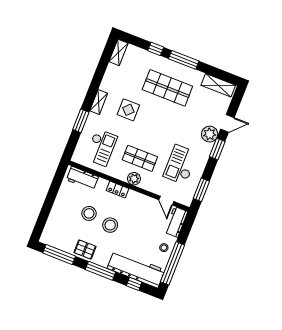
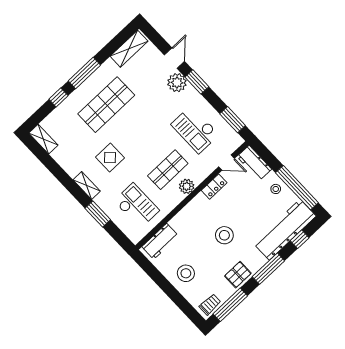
locker: (118, 190) -> (214, 187), moved
stool: (89, 213) -> (186, 273), moved
trolley: (52, 239) -> (210, 304), added

